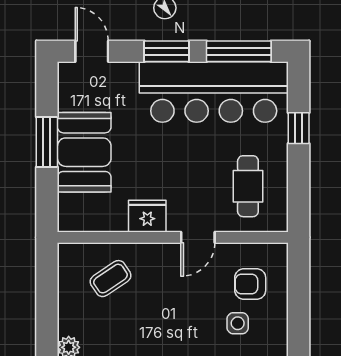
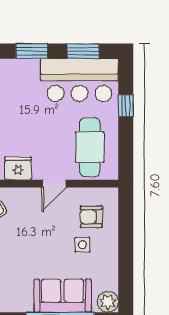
window: (239, 51) -> (83, 51), width x0.69
bar counter: (214, 92) -> (79, 80), width x0.73
cafe table: (248, 186) -> (90, 147), width x1.37, depth x1.35

